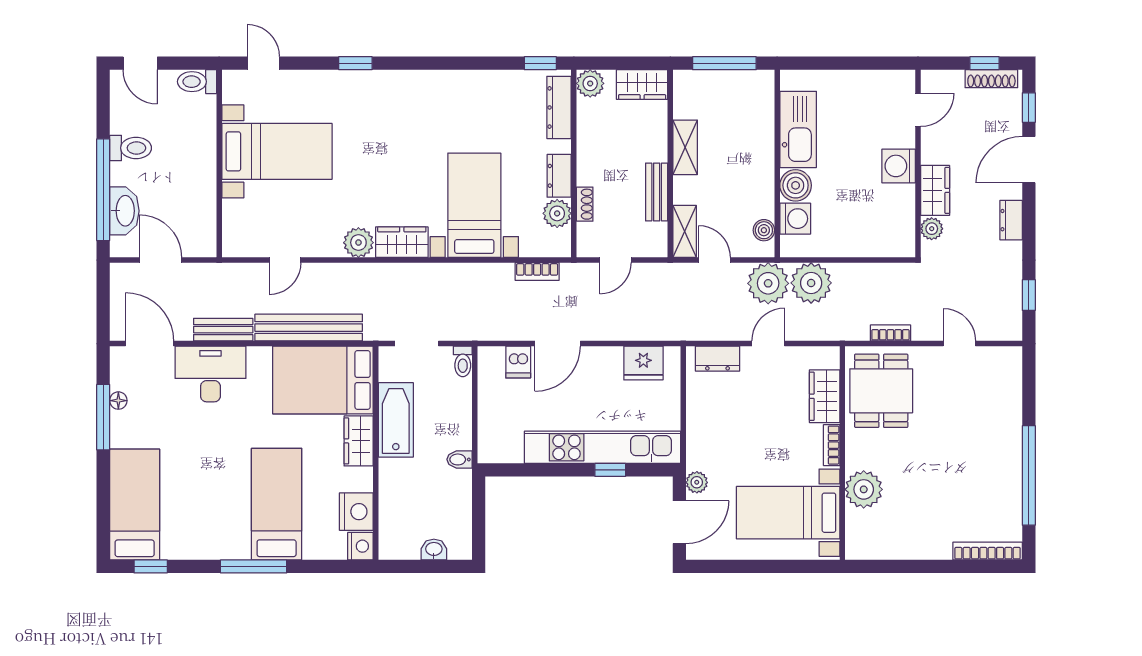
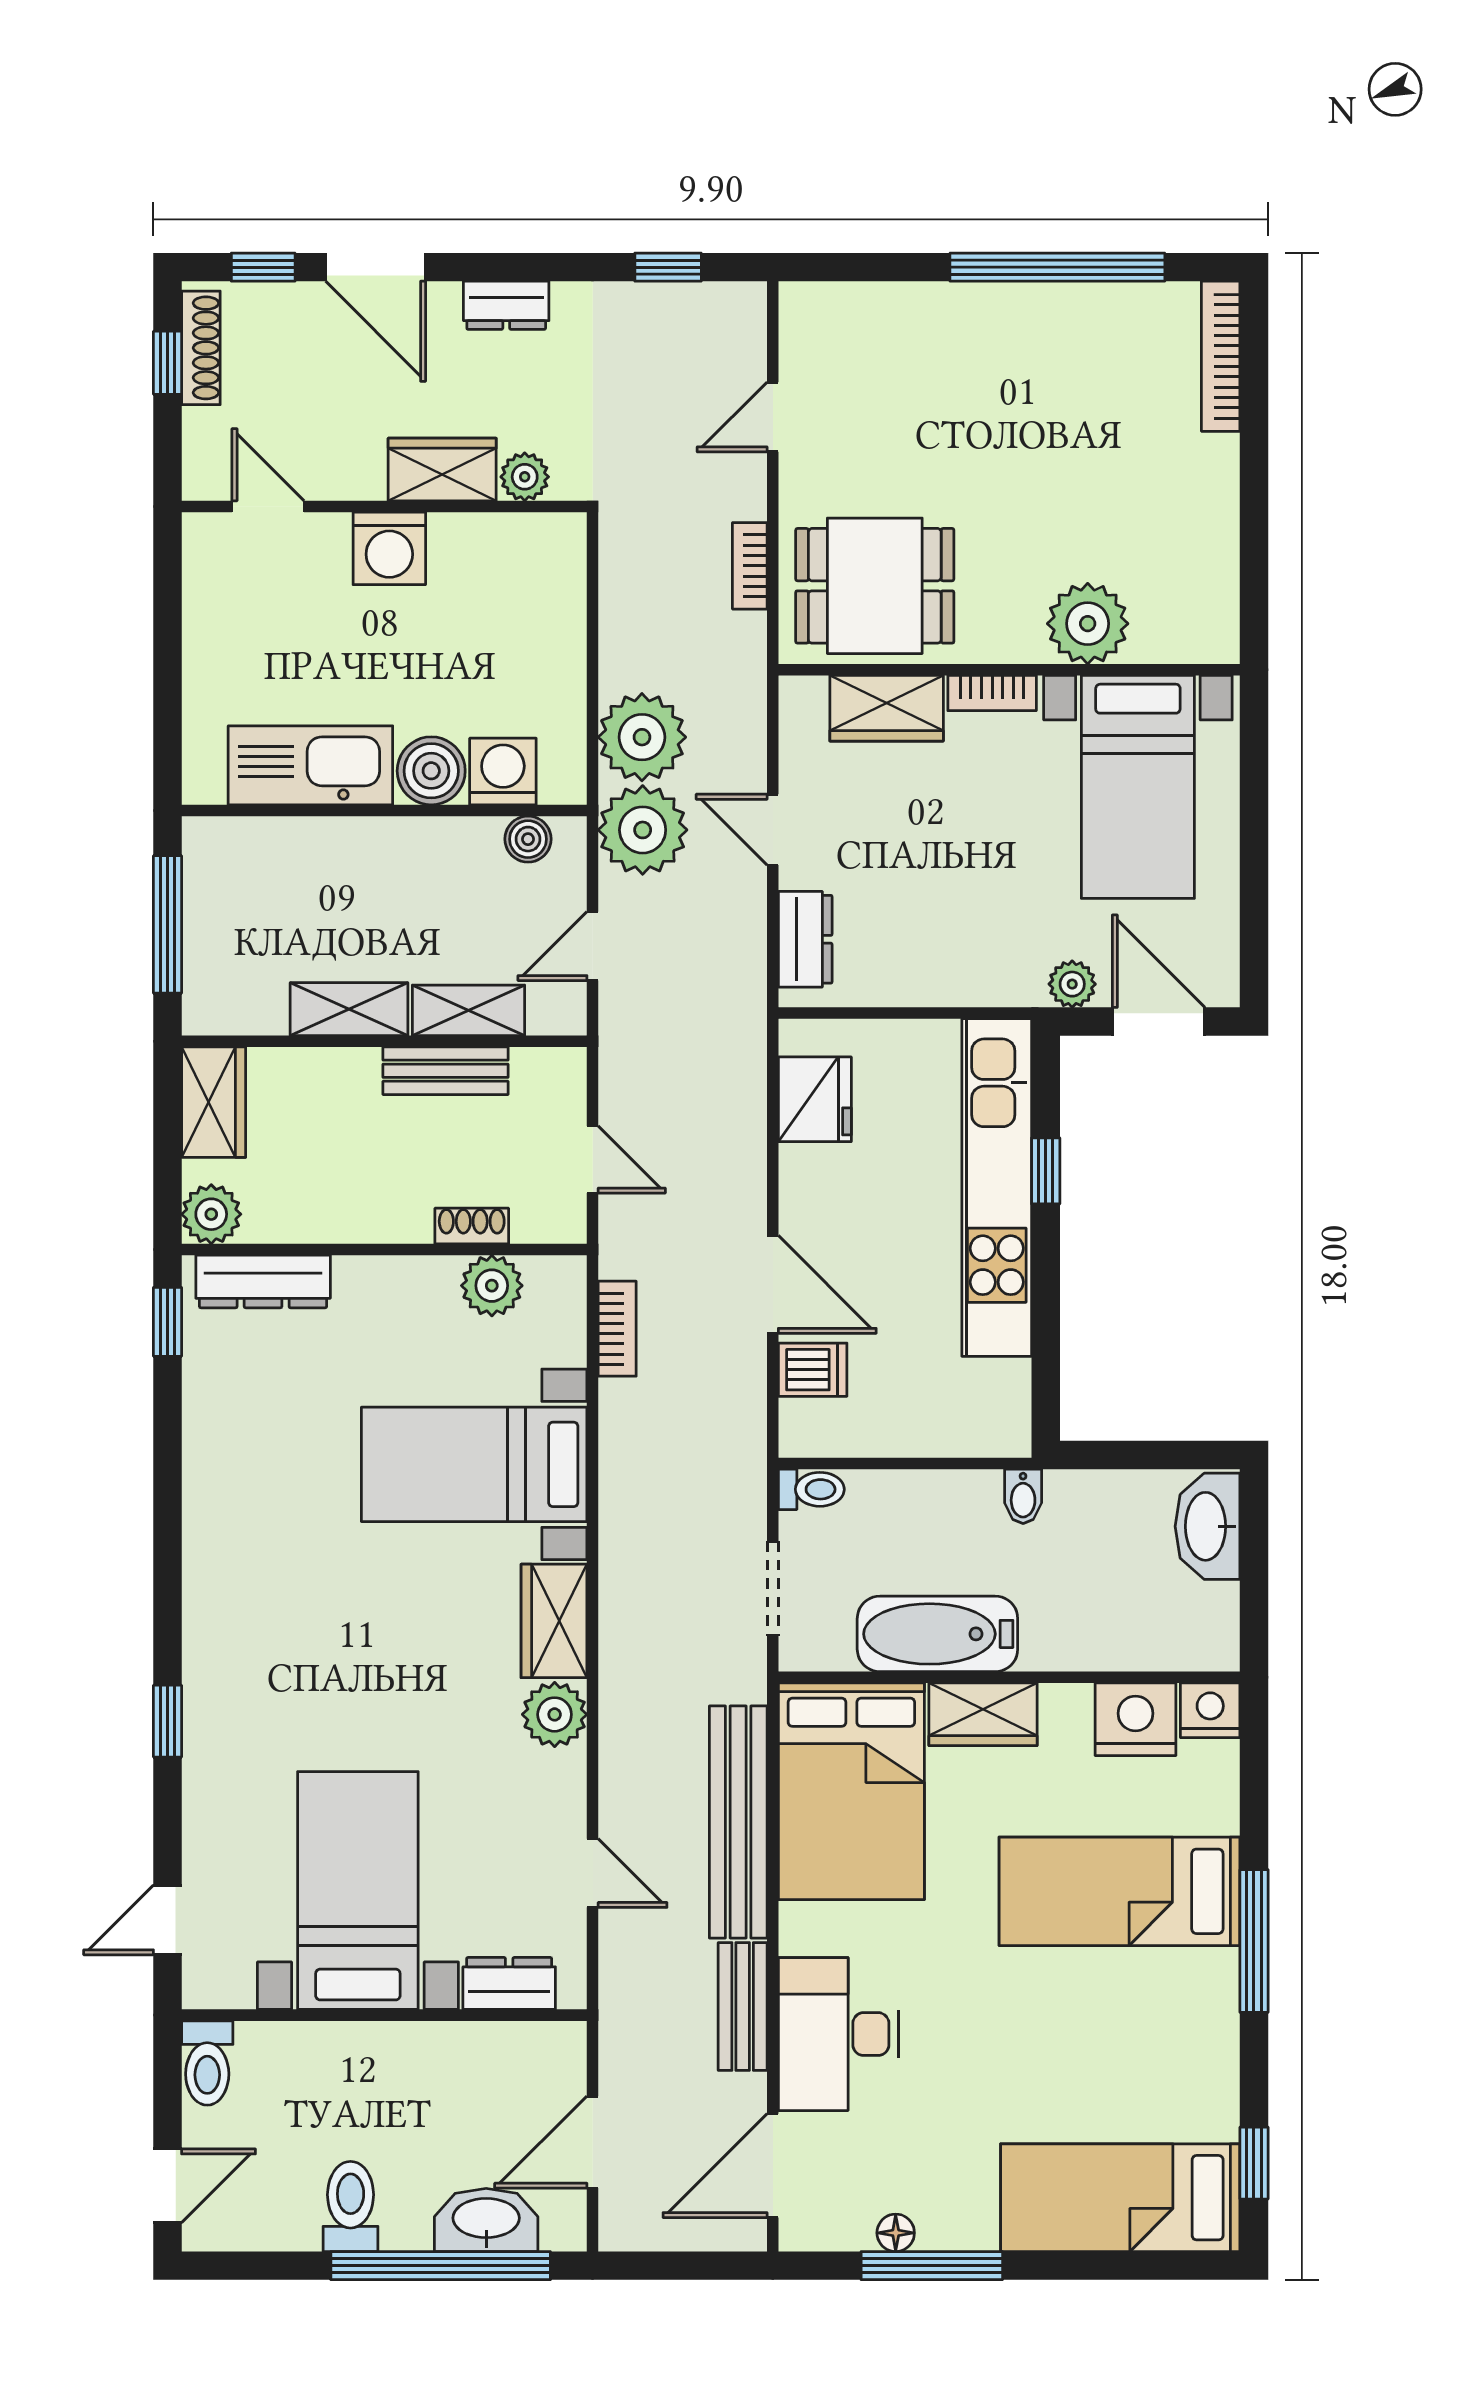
dresser: (559, 176) -> (509, 1983), moved, turned 180
shelving: (685, 231) -> (469, 1010), moved
washbasin: (434, 550) -> (1207, 1526), width x1.91, depth x1.45

